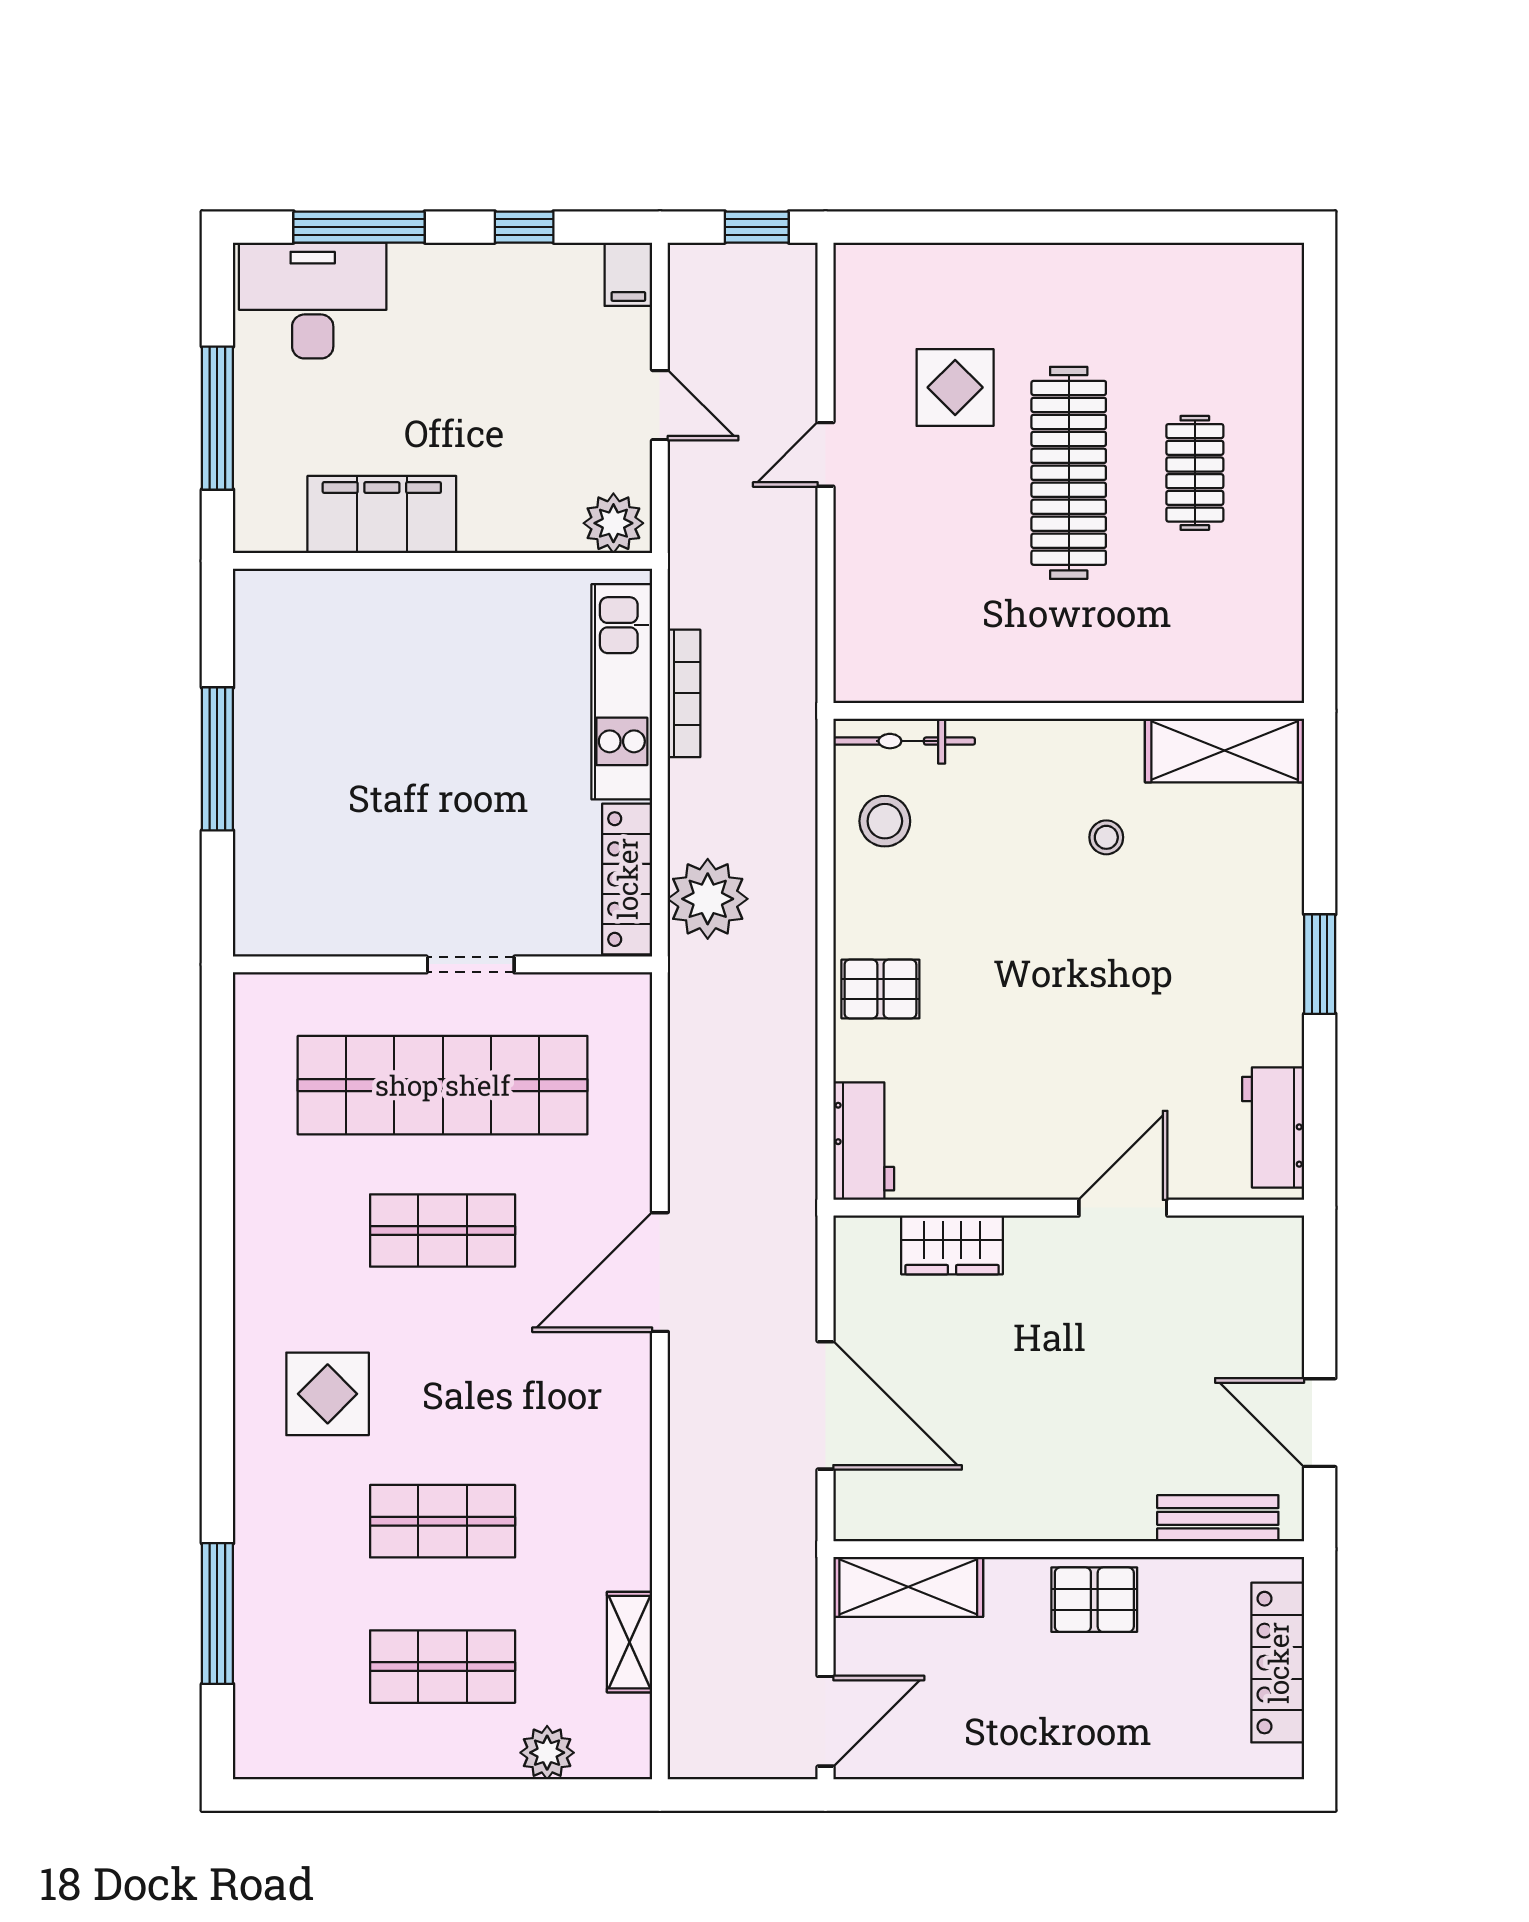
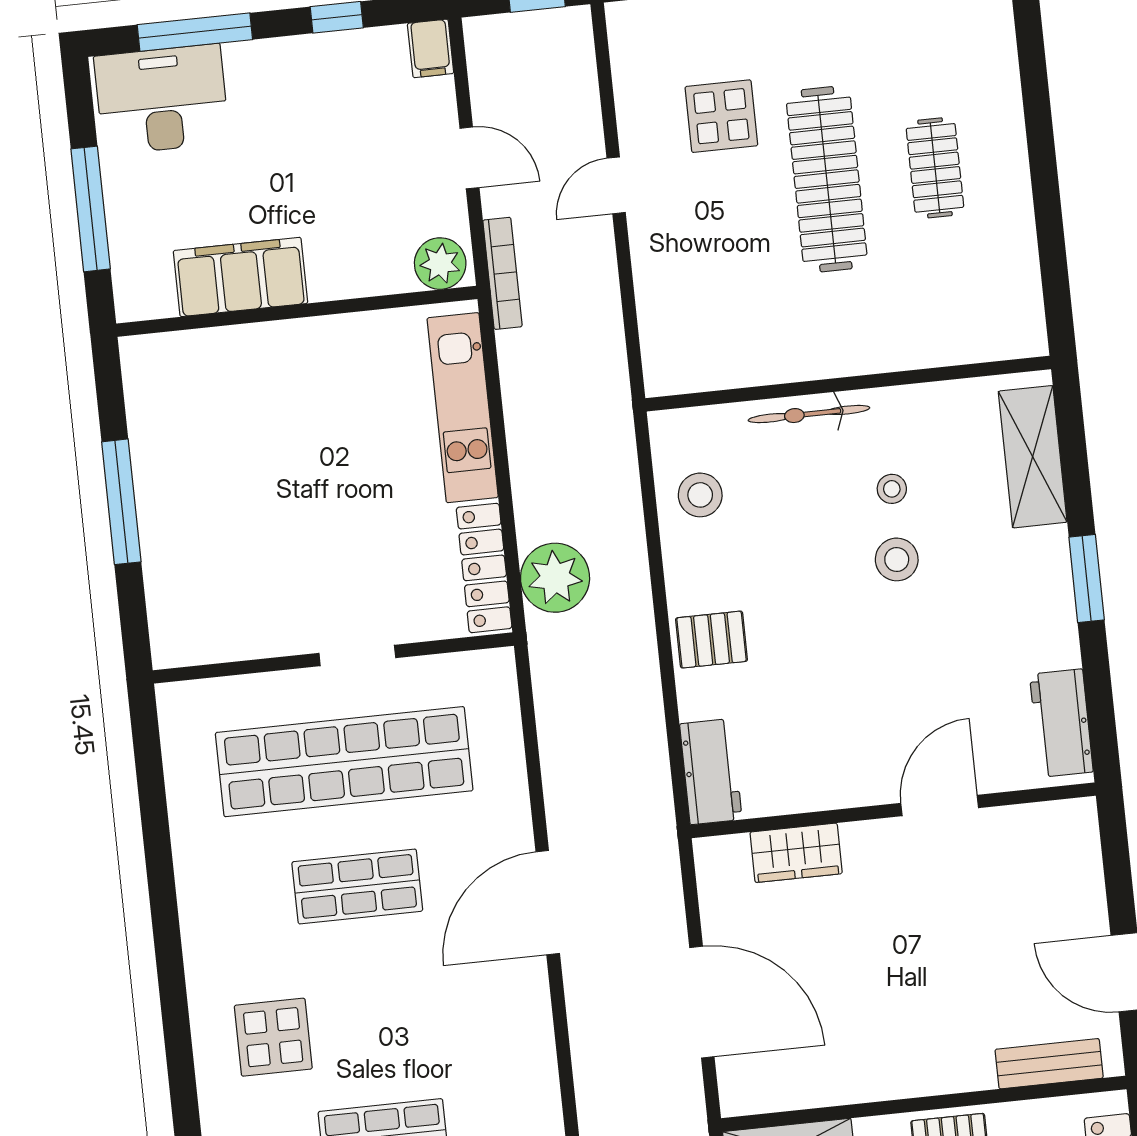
bookcase: (684, 693) -> (502, 273), moved
bicycle: (904, 741) -> (809, 414), moved
shelving: (1225, 750) -> (1033, 457), moved, turned 90
stool: (1103, 919) -> (897, 559), added

